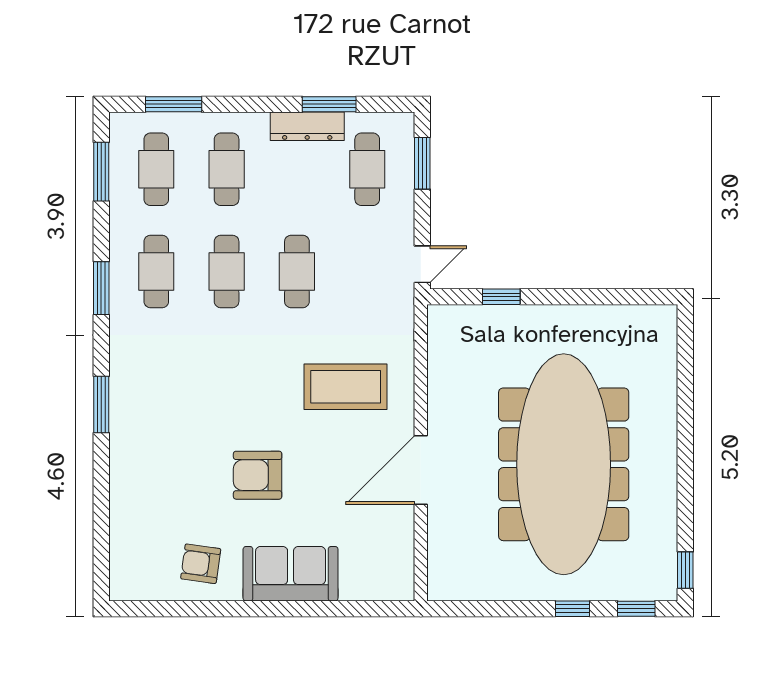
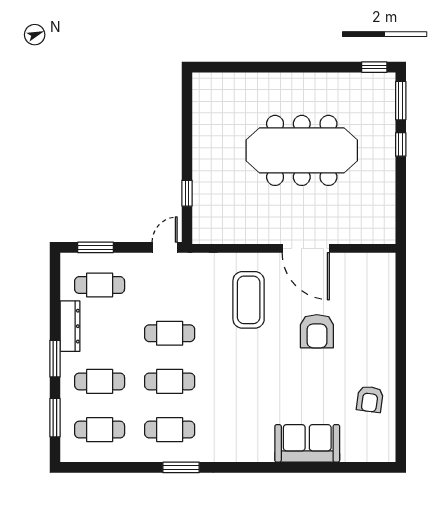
window: (329, 104) -> (55, 359), moved
window: (101, 172) -> (101, 467), removed
door: (422, 264) -> (165, 247), hinge flipped
window: (101, 405) -> (261, 467), removed
meeting table: (564, 464) -> (302, 150), width x0.73, depth x0.79
armchair: (258, 475) -> (317, 331), moved
sofa: (291, 574) -> (307, 443), moved, turned 90
window: (636, 609) -> (401, 101), width x1.50

